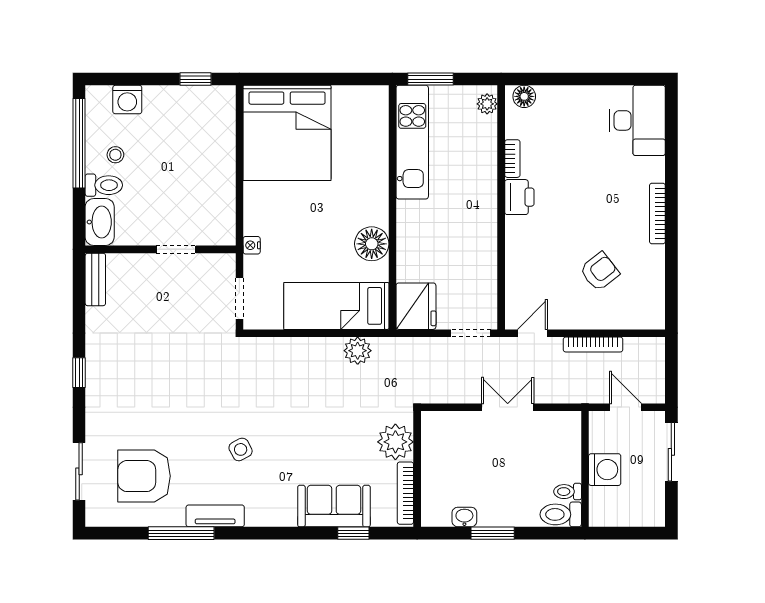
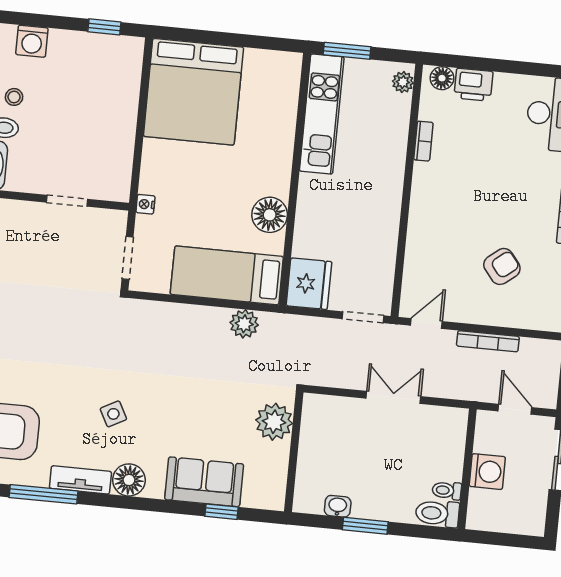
printer: (519, 197) -> (473, 85), moved, turned 90
bookcase: (405, 493) -> (279, 476), removed
floor lamp: (262, 511) -> (129, 480), added

